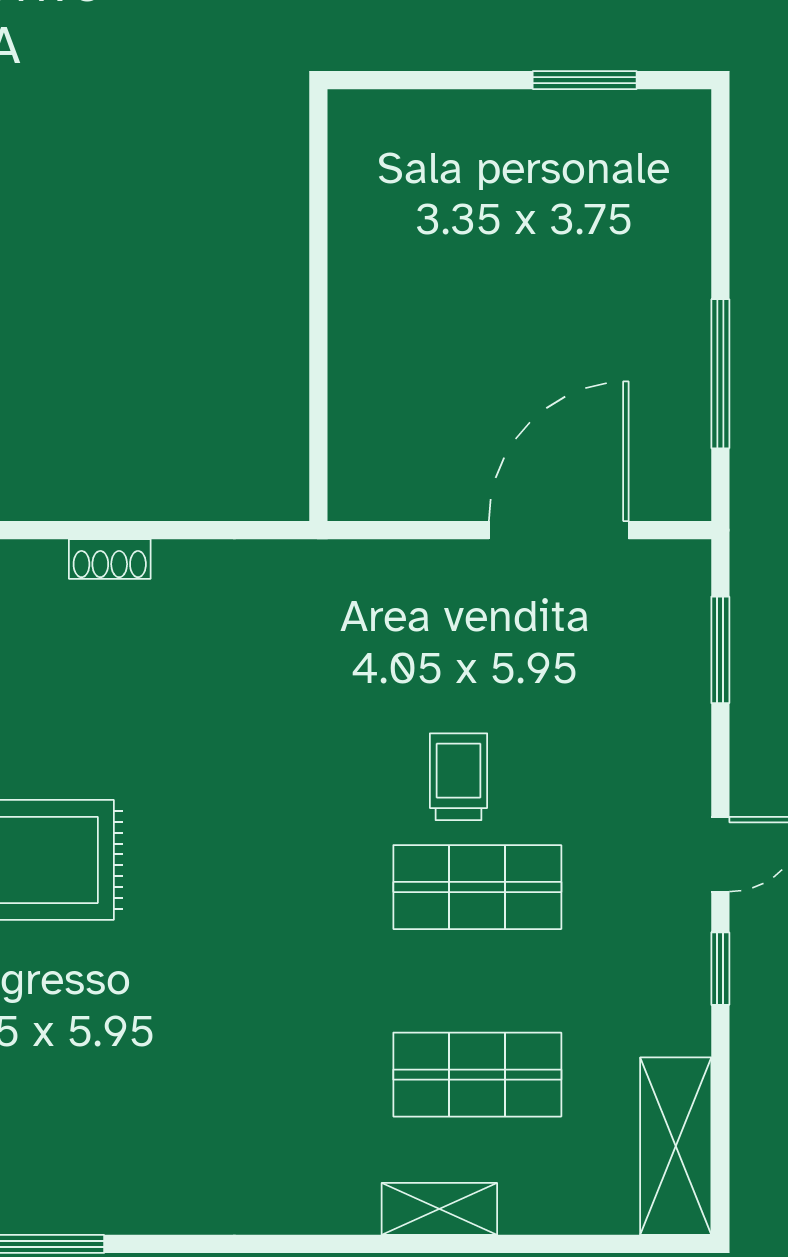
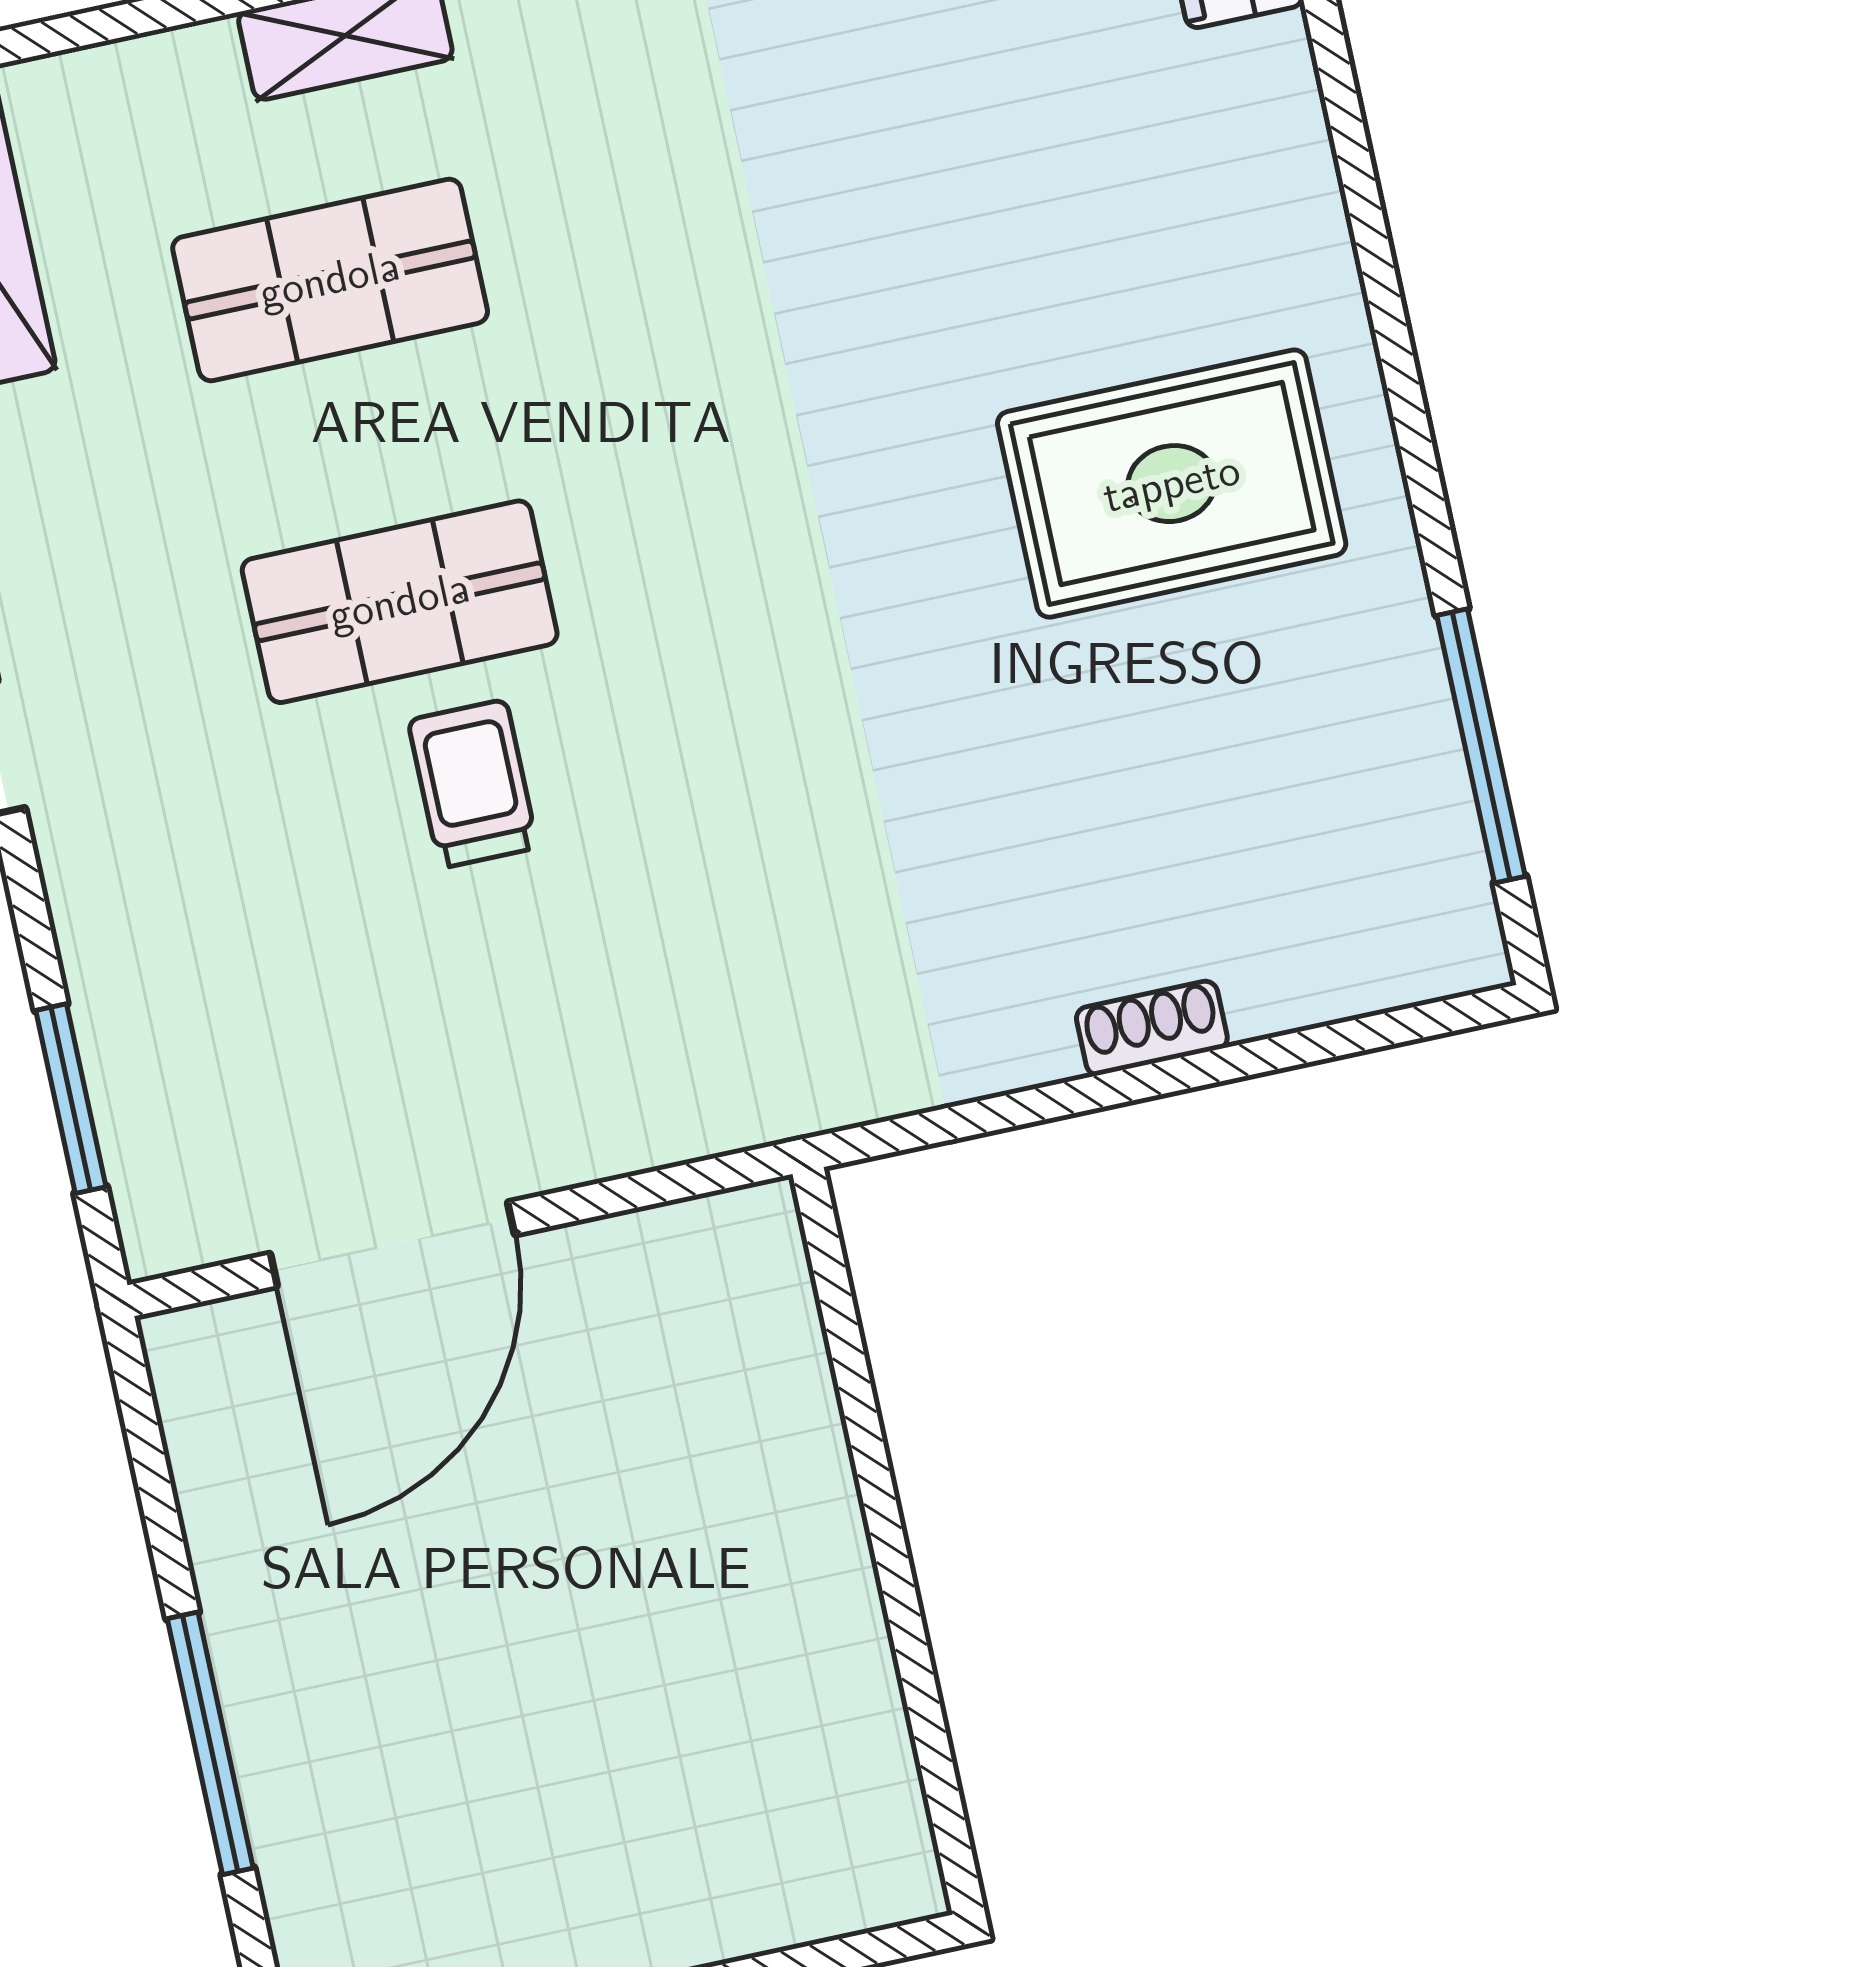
window: (720, 374) -> (210, 1743), moved
trolley: (459, 777) -> (473, 784), turned 180

